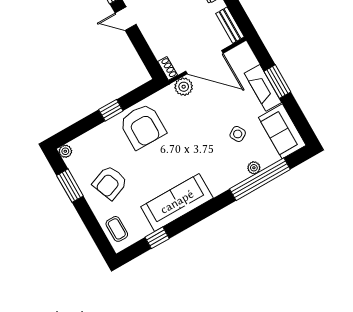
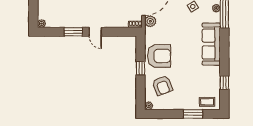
door: (126, 19) -> (95, 32), hinge flipped
armchair: (110, 183) -> (162, 85), moved
window: (70, 186) -> (193, 114), moved
sofa: (177, 202) -> (211, 44), moved

